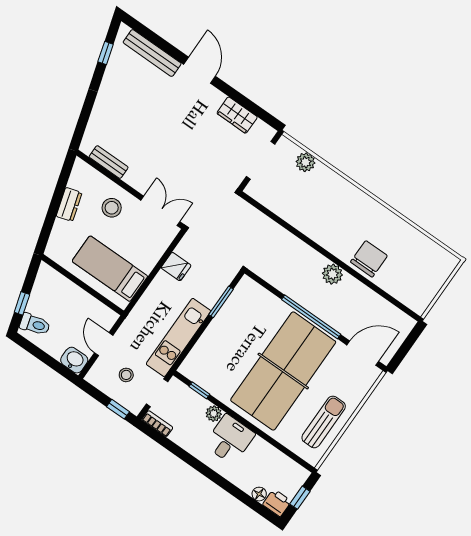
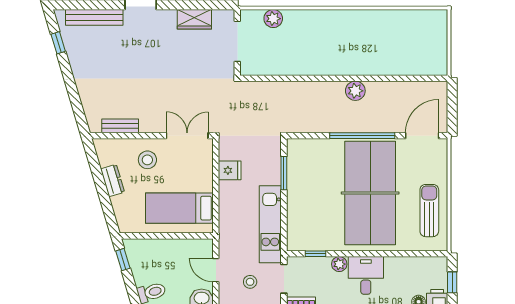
chair: (369, 259) -> (375, 59), removed
window: (22, 303) -> (123, 260), moved

